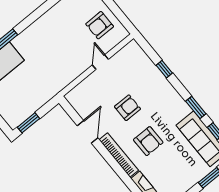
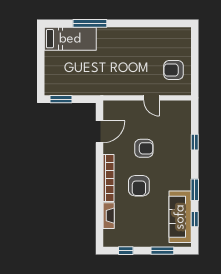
door: (100, 62) -> (152, 98), swing flipped
door: (87, 132) -> (99, 132), moved

